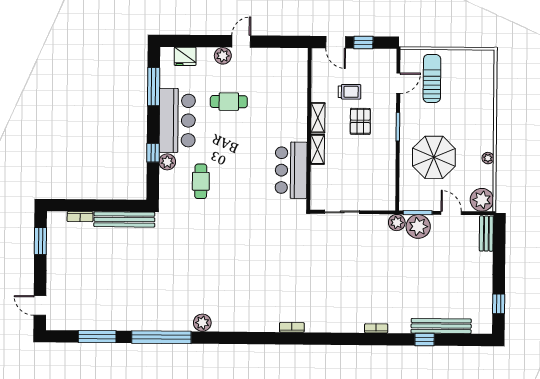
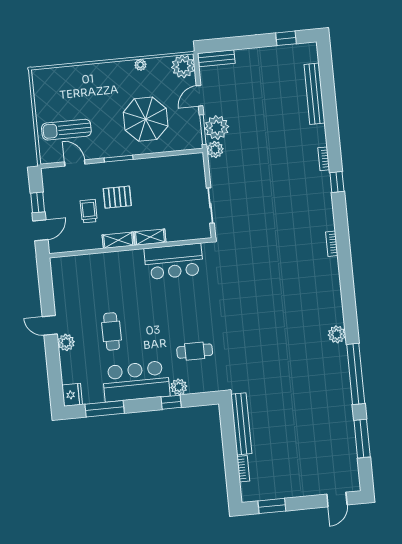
fridge: (185, 56) -> (72, 395), moved
window: (425, 339) -> (337, 182), moved

